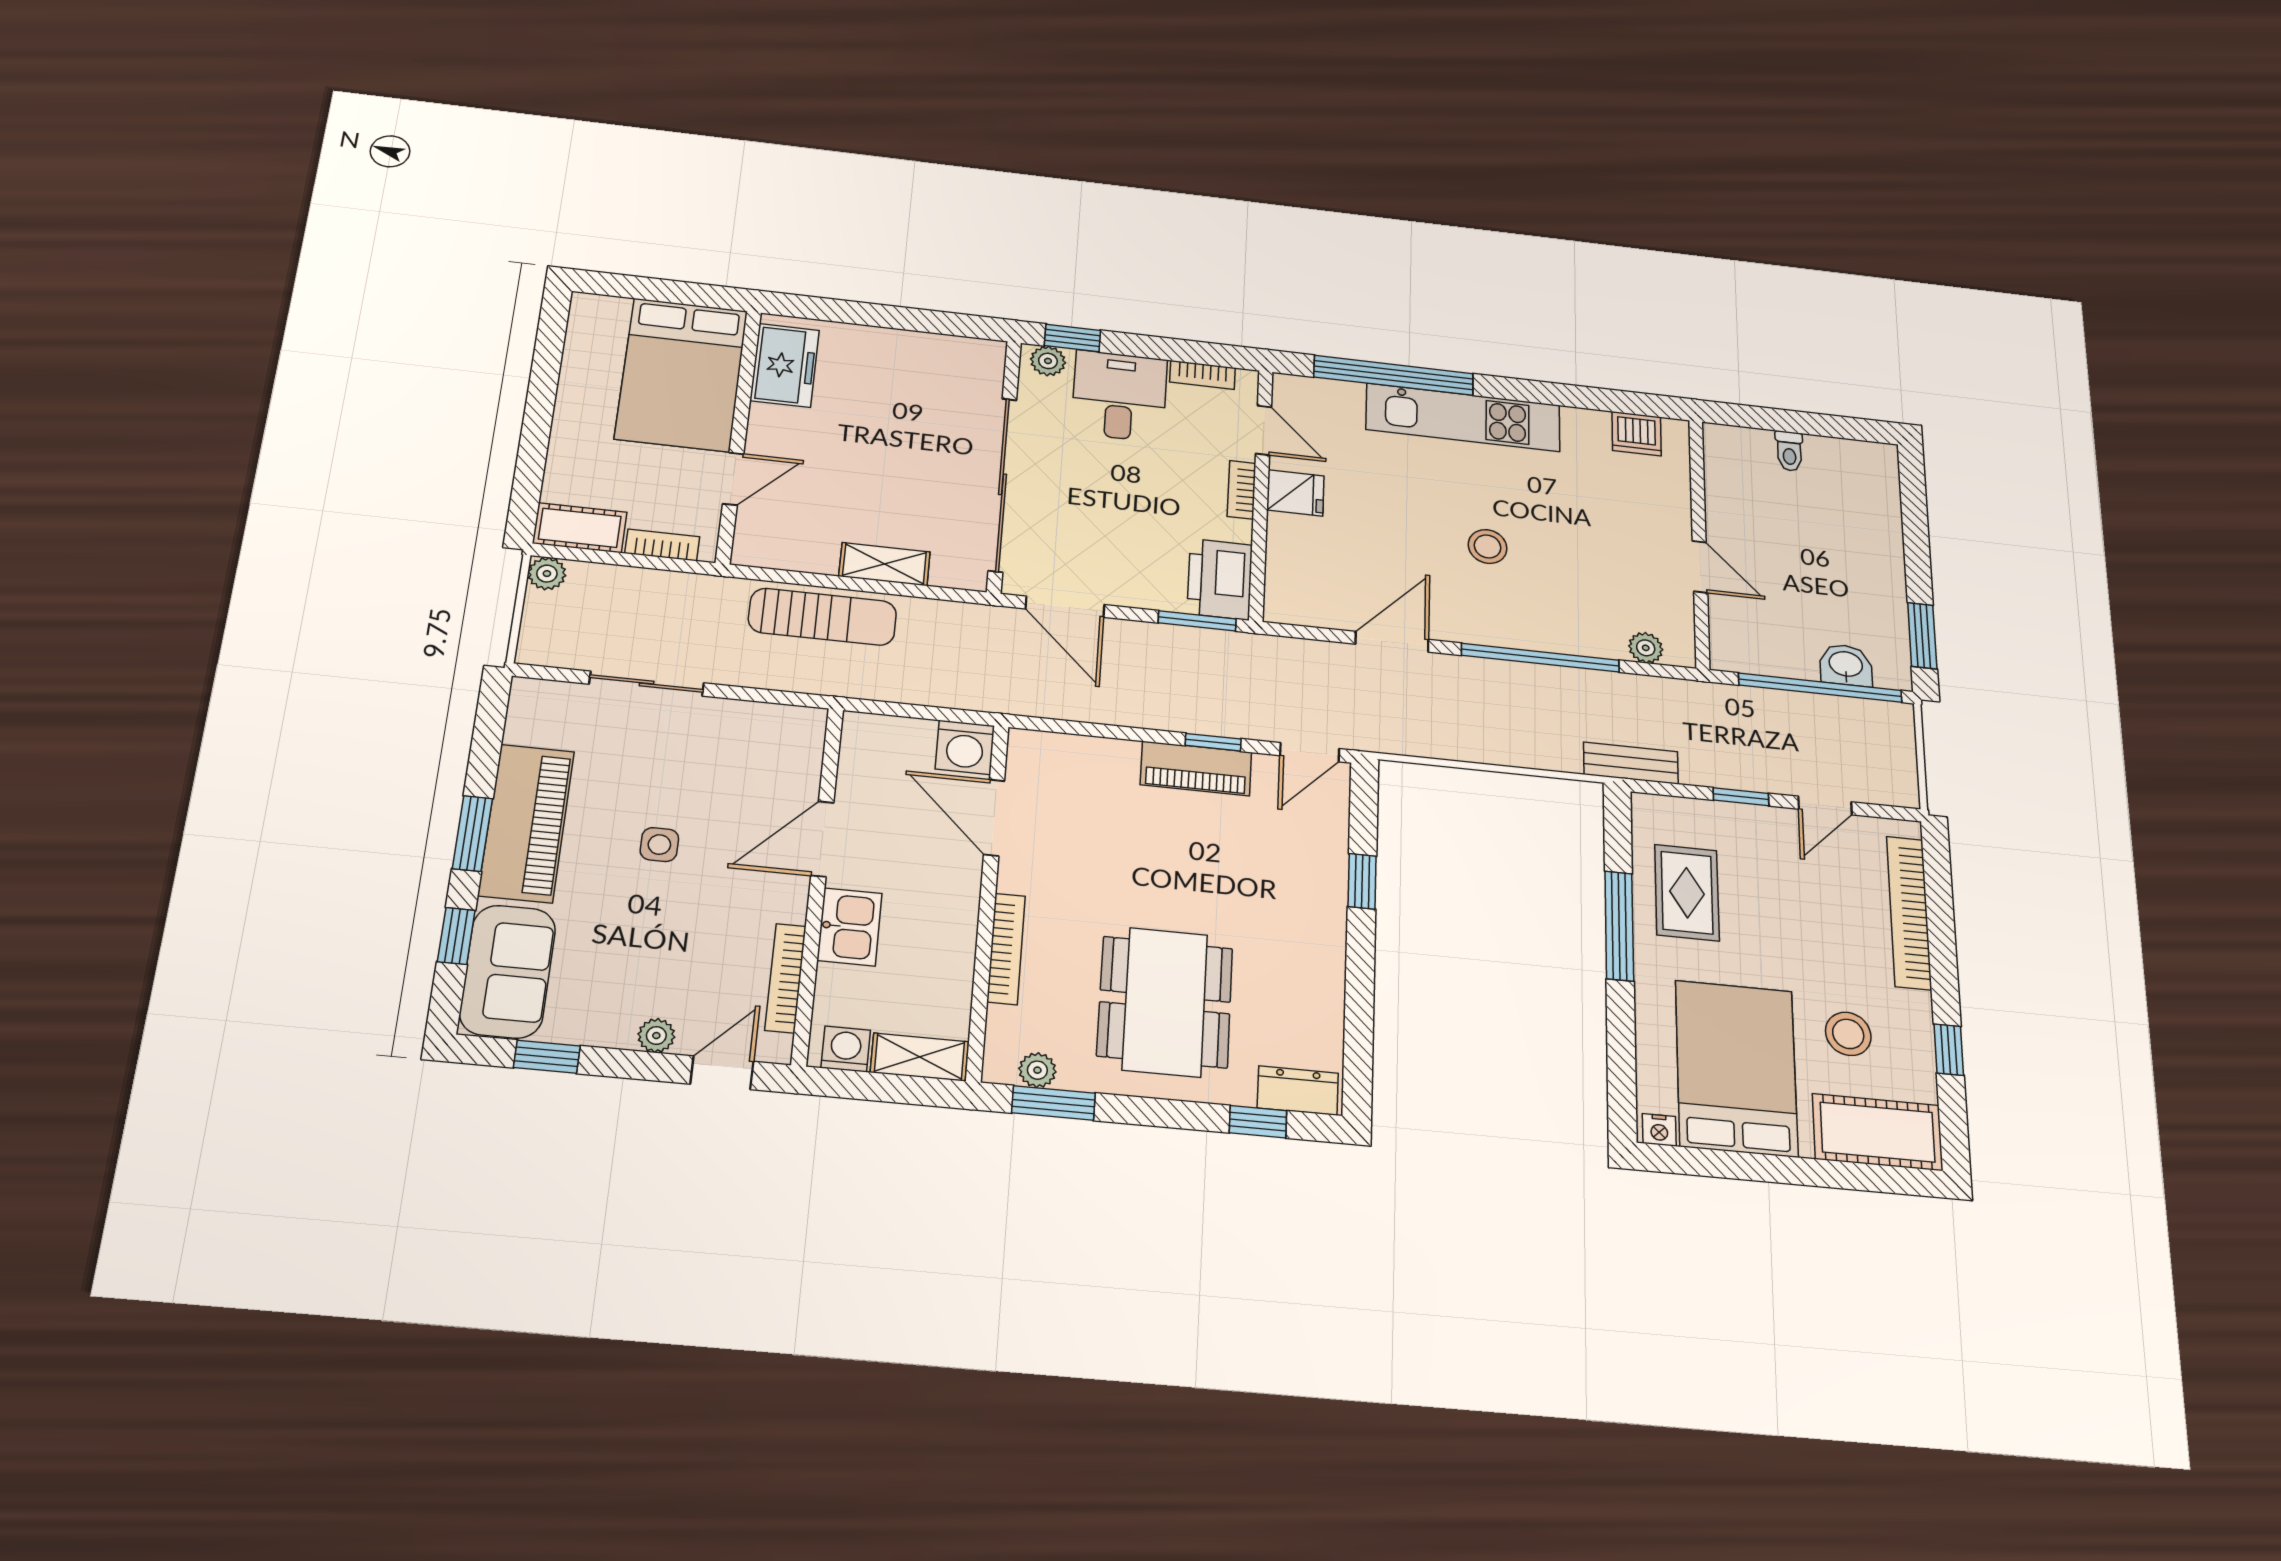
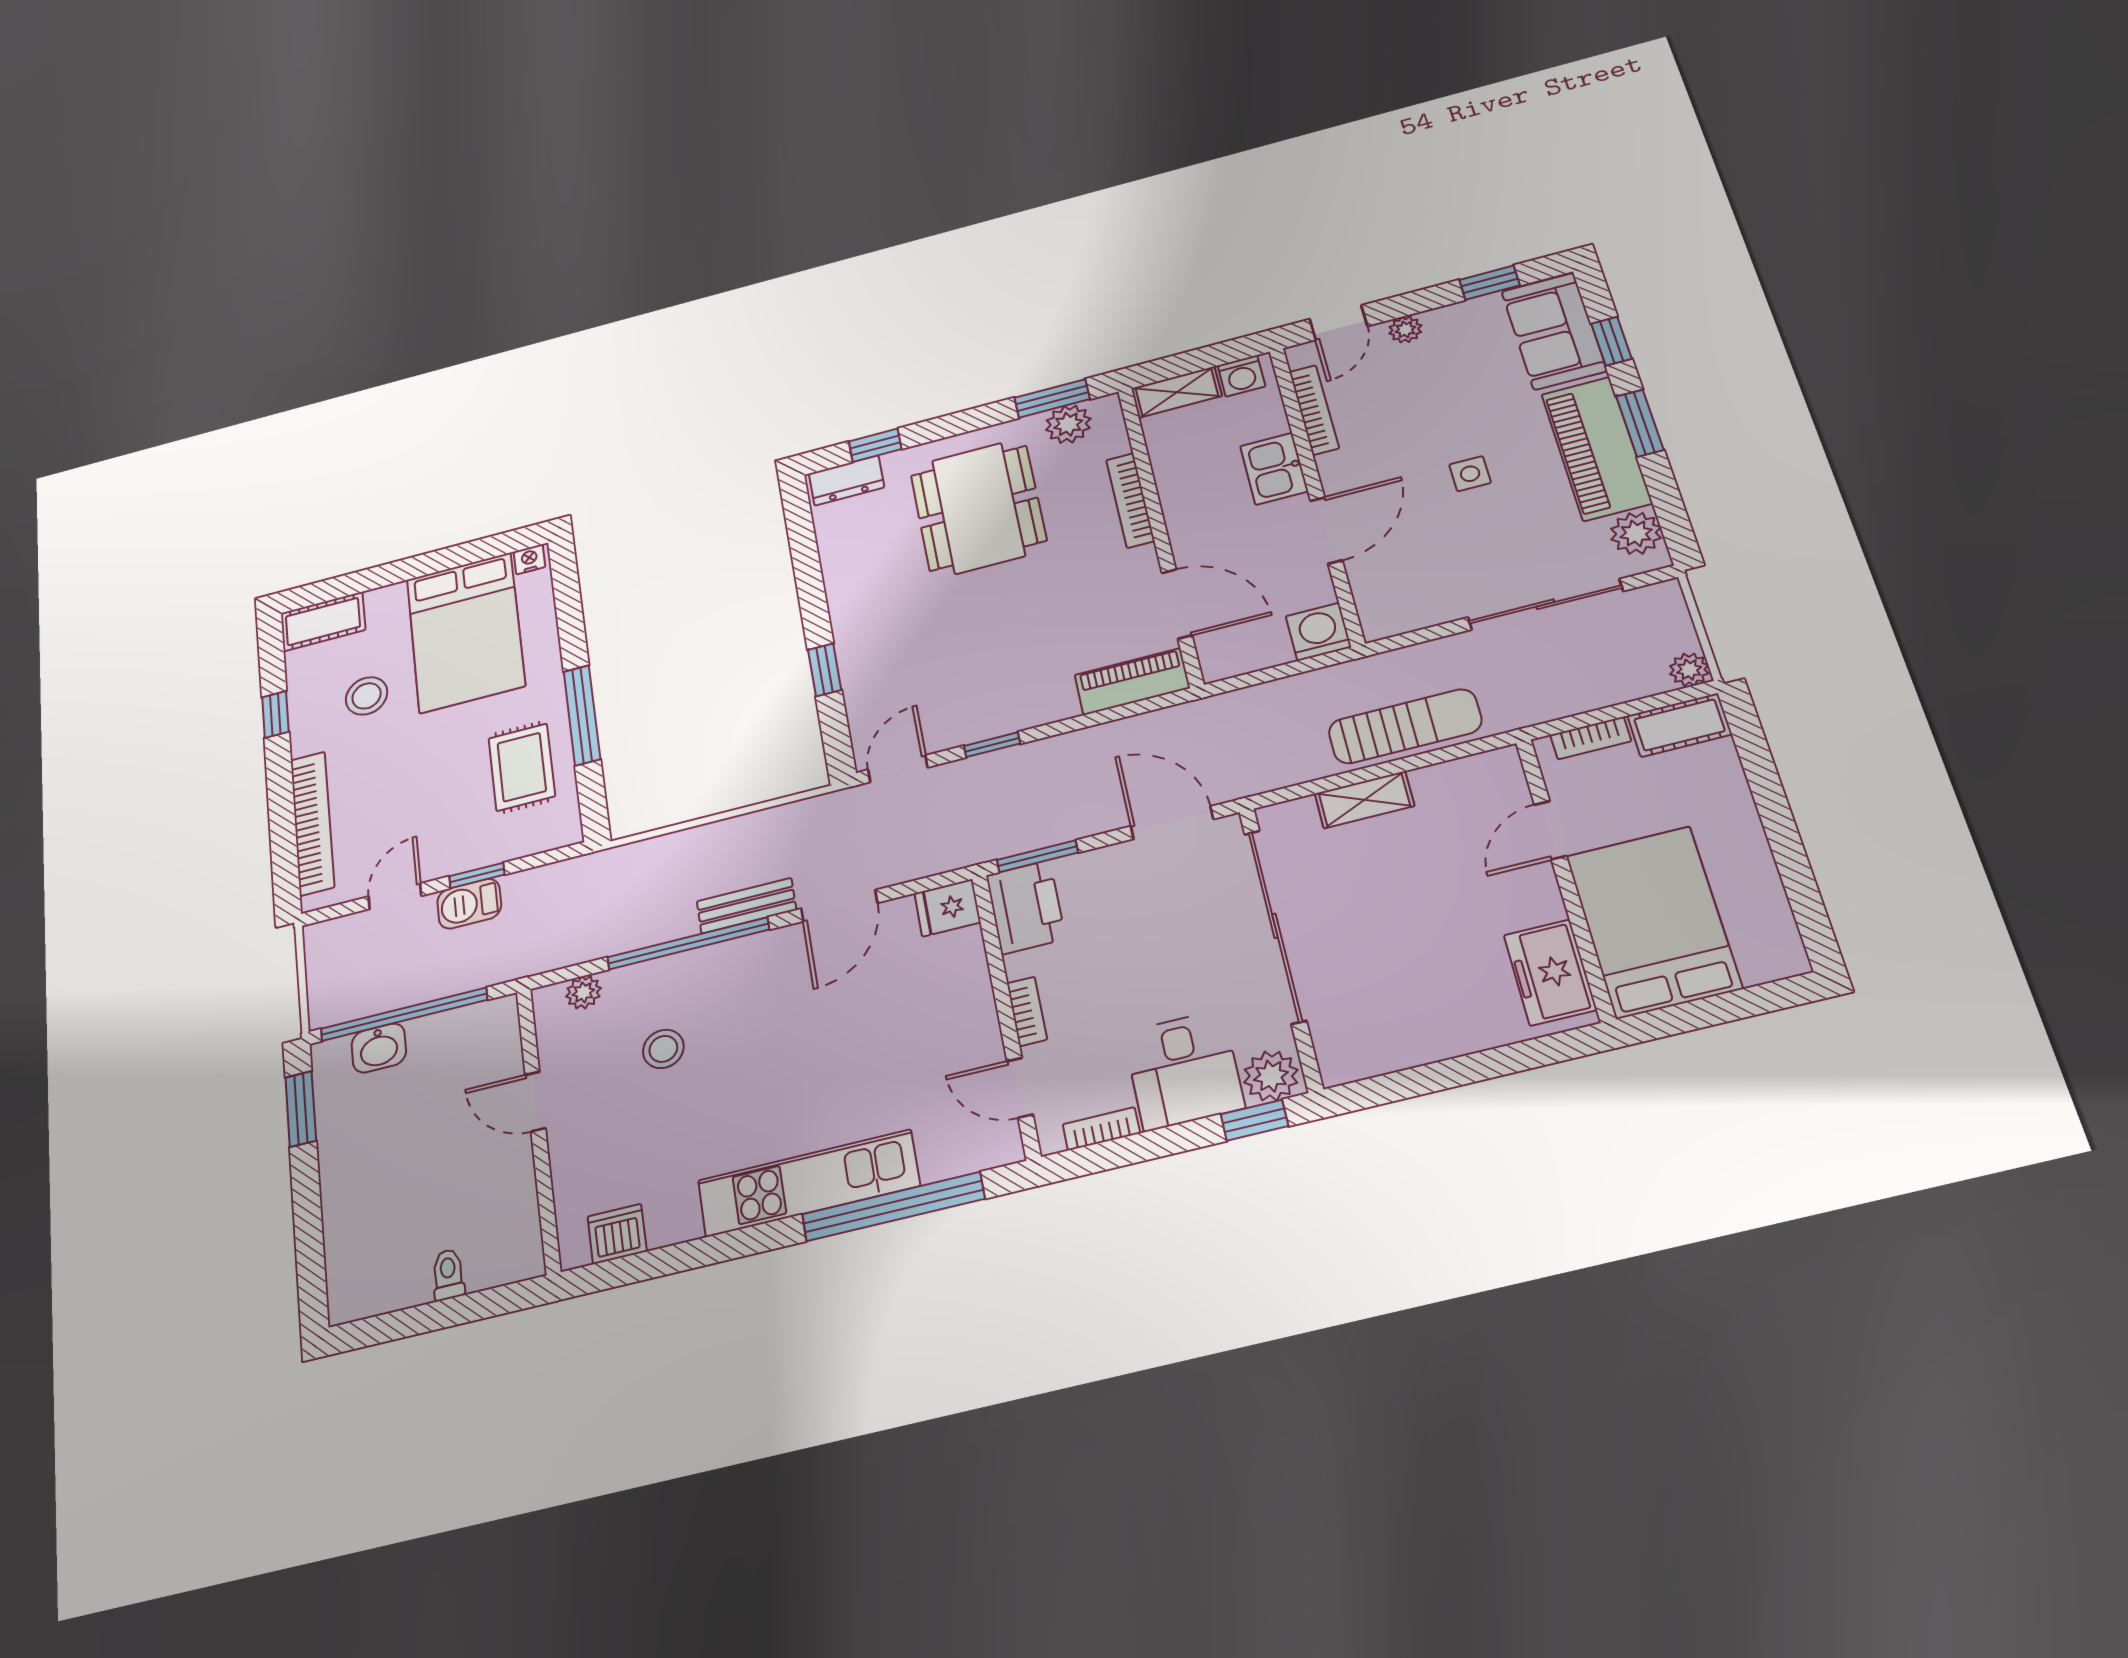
plant: (1048, 361) -> (1271, 1076), width x1.38, depth x1.38
fridge: (1295, 493) -> (947, 908), moved
stool: (1488, 547) -> (663, 1049), moved
sun lounger: (822, 617) -> (1405, 726), turned 180
sliding door: (647, 684) -> (1545, 604), width x1.37
plant: (531, 721) -> (1636, 533), added
washing machine: (965, 747) -> (1318, 632), moved
bench: (1631, 763) -> (746, 906), moved
piano: (1196, 768) -> (1132, 682), moved
barbecue: (1750, 771) -> (469, 904), added
plant: (1037, 1070) -> (1068, 424), width x1.38, depth x1.38
cot: (1878, 1132) -> (323, 622), width x0.73, depth x0.75

